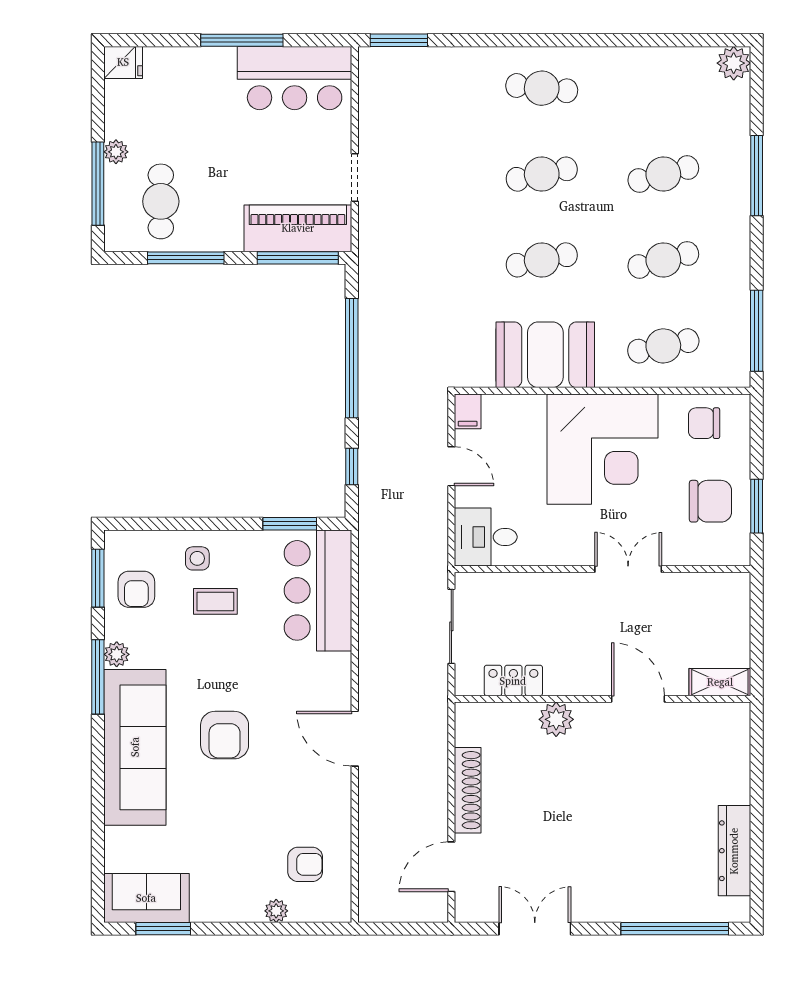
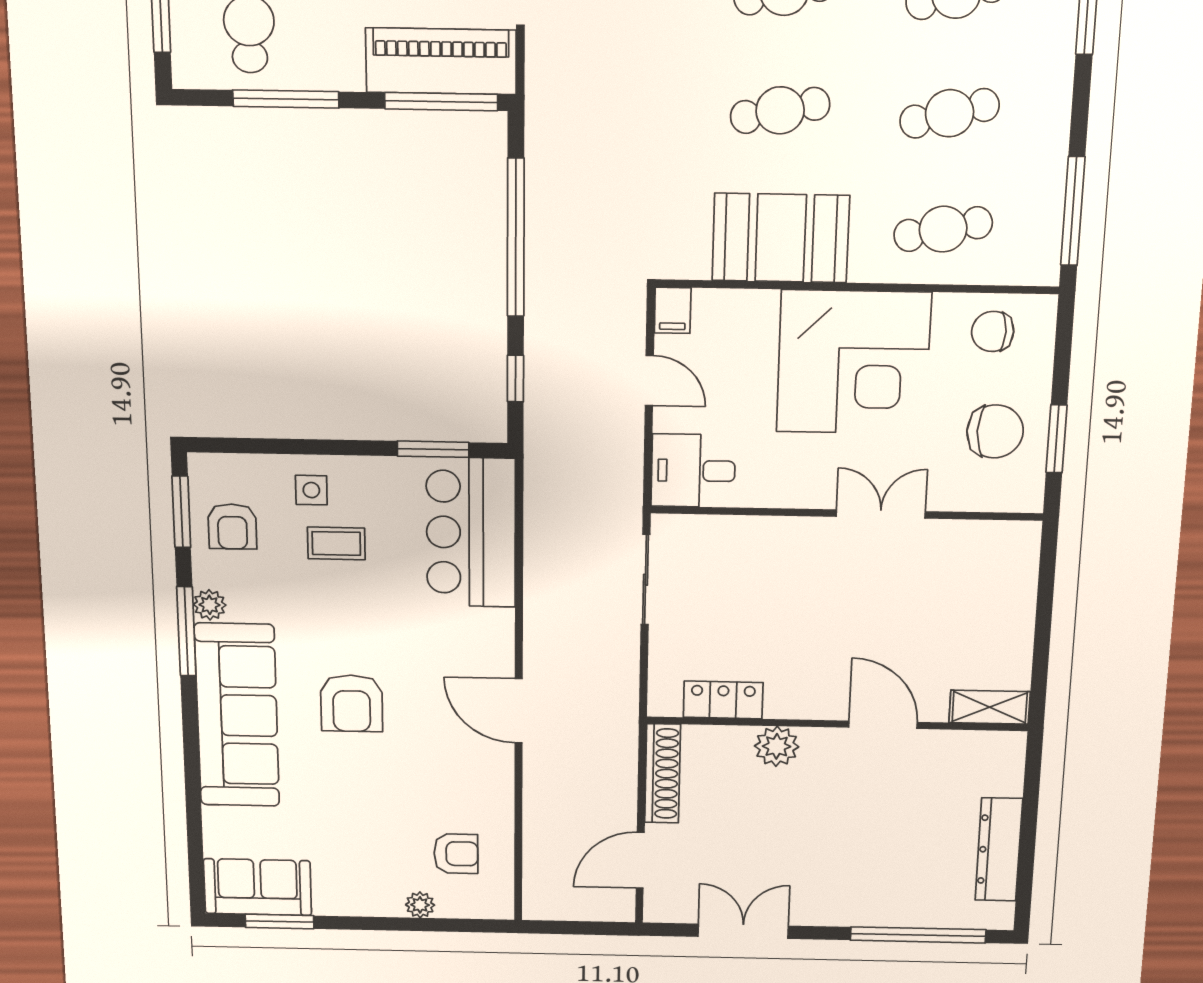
locker: (513, 681) -> (723, 700), moved
shelving: (720, 682) -> (990, 707), moved
wall: (603, 699) -> (837, 724), moved
door: (638, 699) -> (883, 725), moved
plant: (556, 719) -> (777, 746), moved

